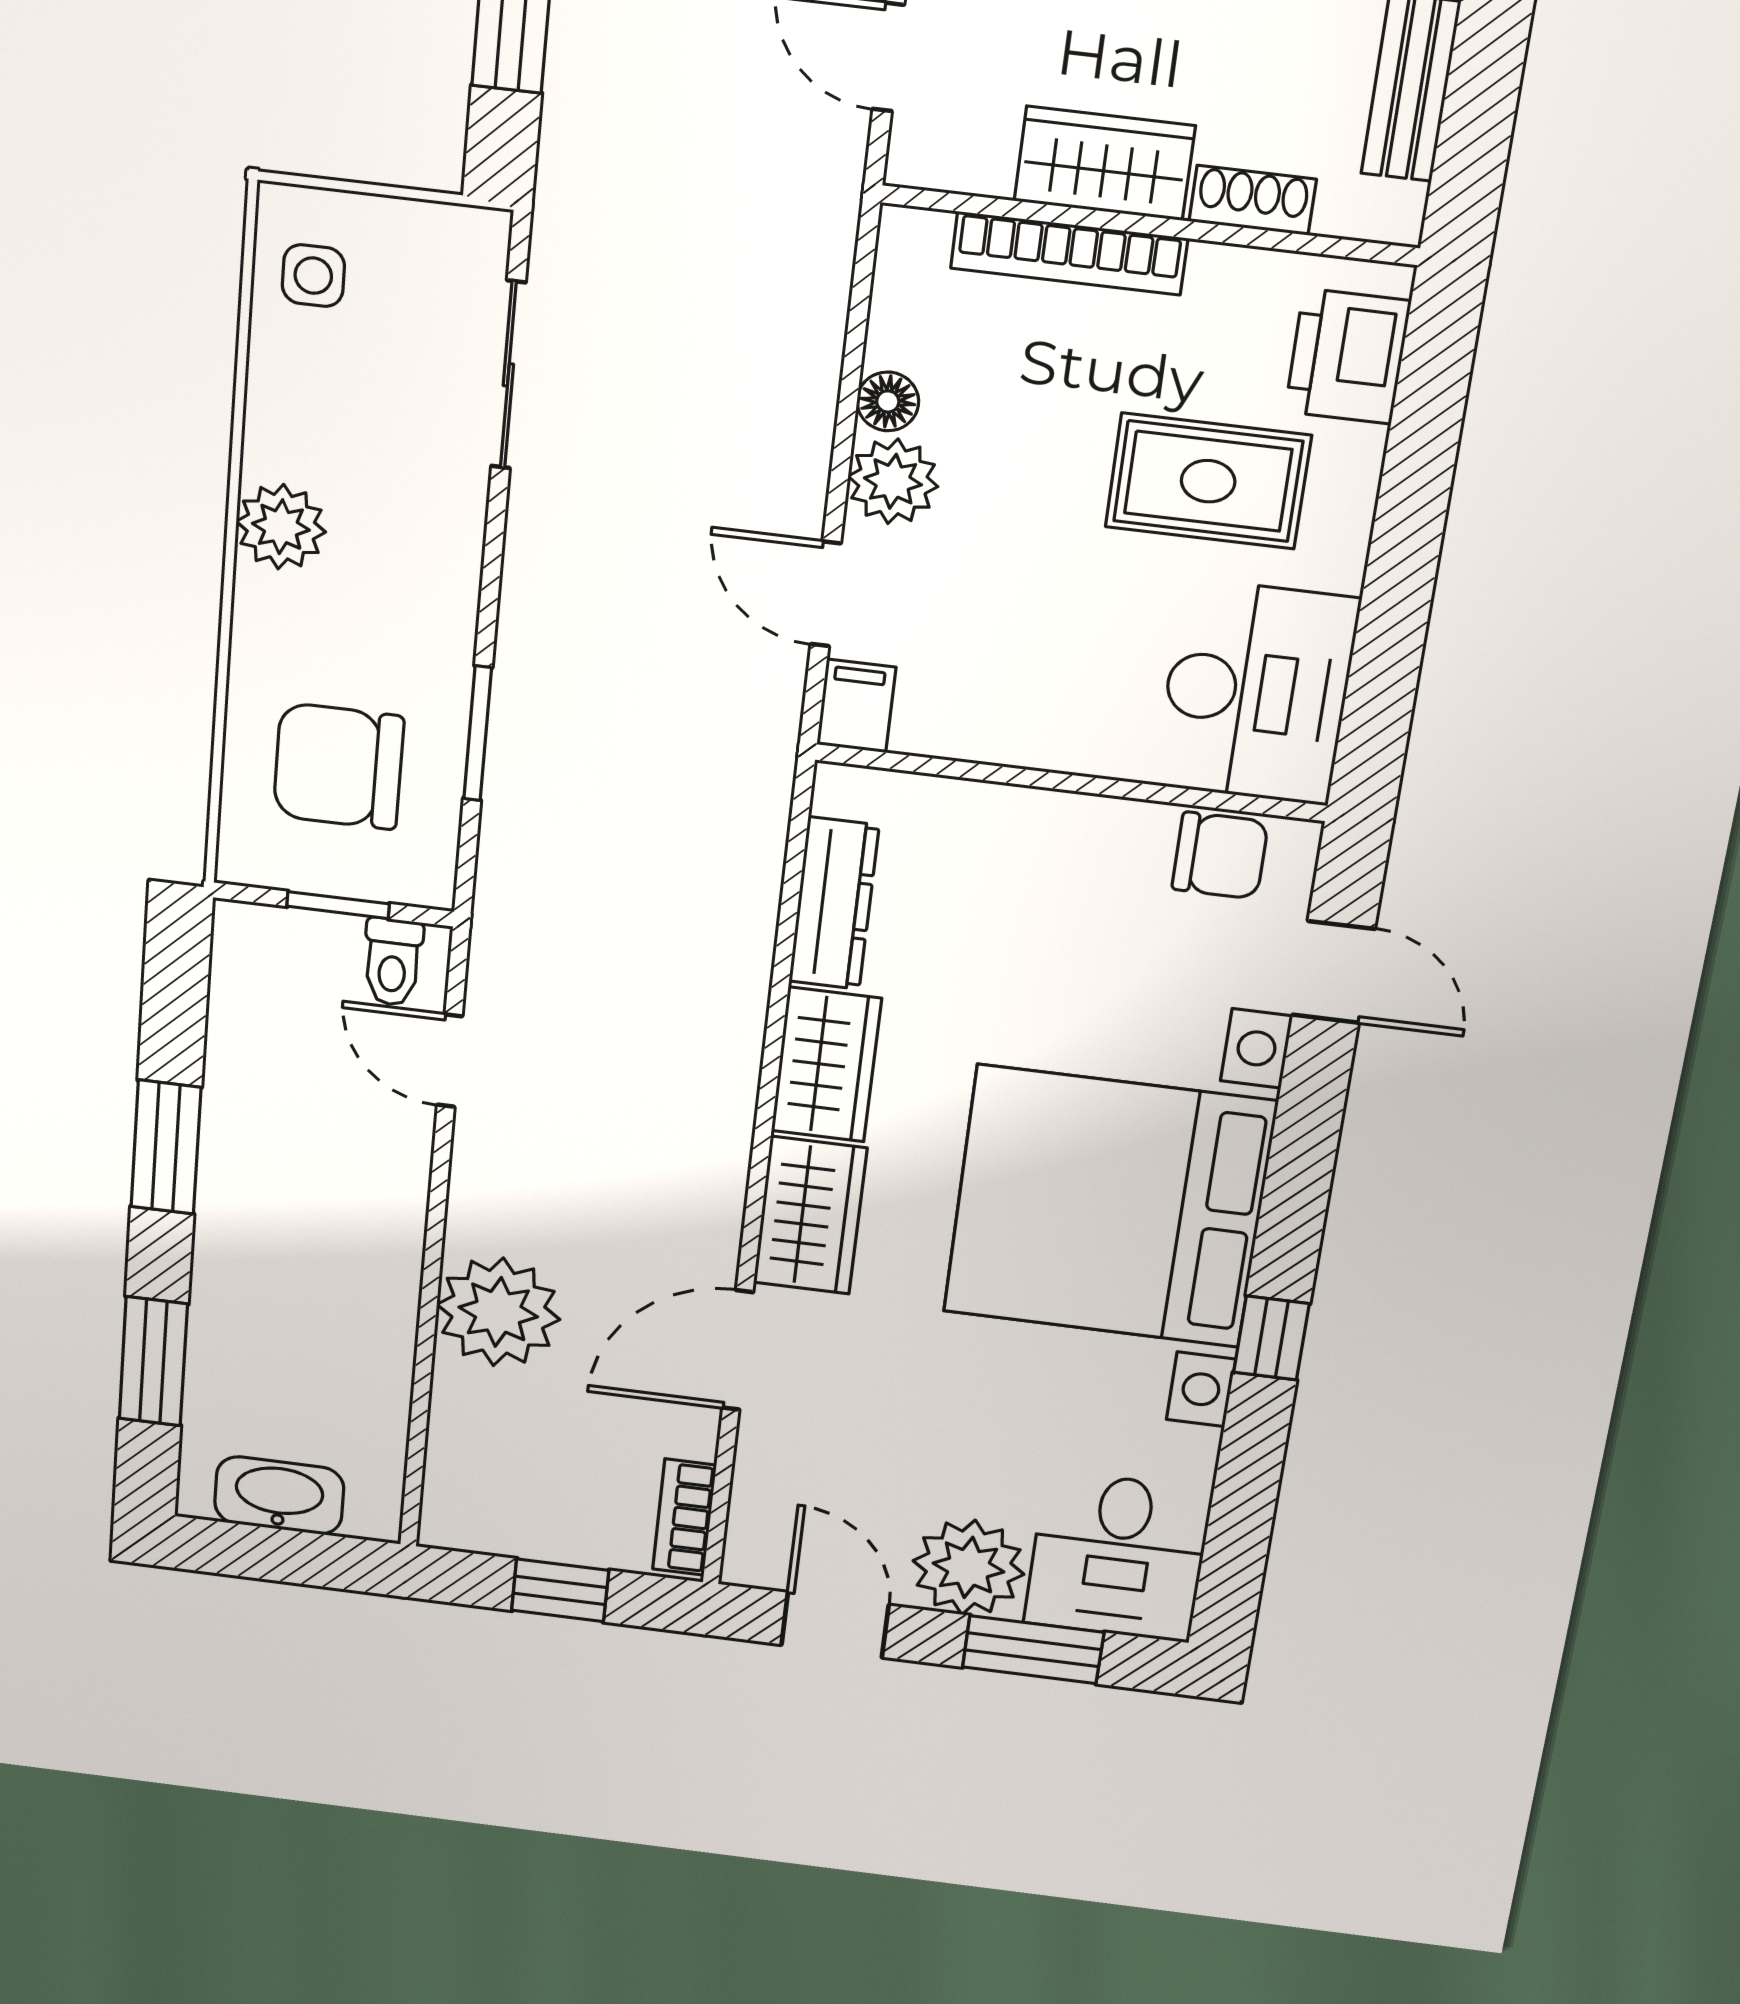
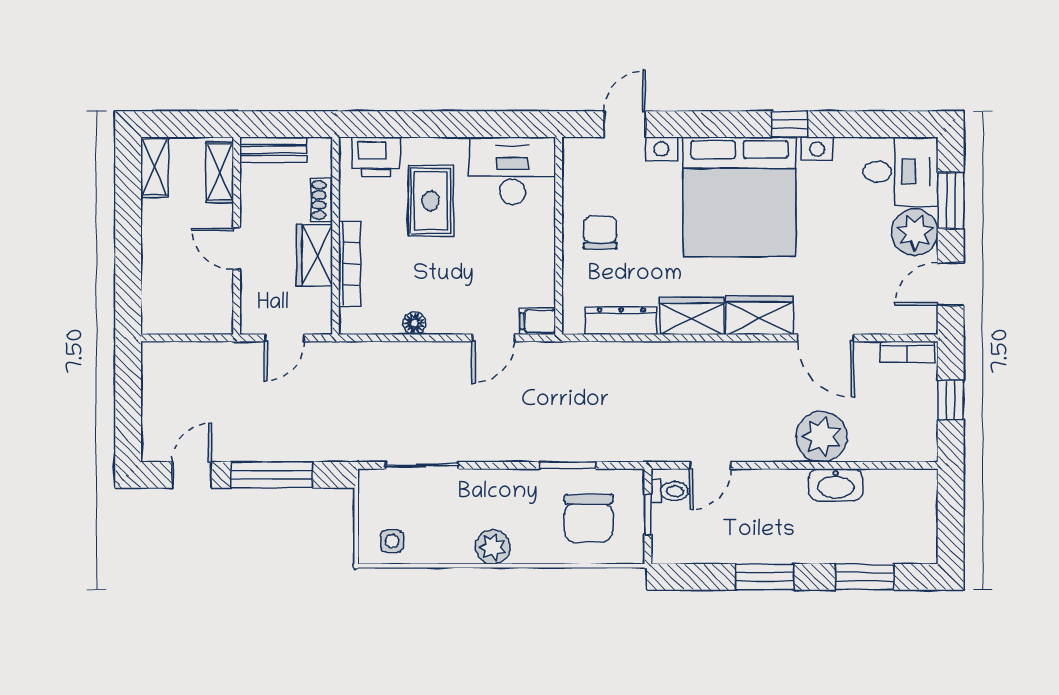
plant: (893, 481) -> (445, 318), removed
chair: (1220, 855) -> (600, 233), moved
washbasin: (279, 1496) -> (836, 485), moved, turned -90

